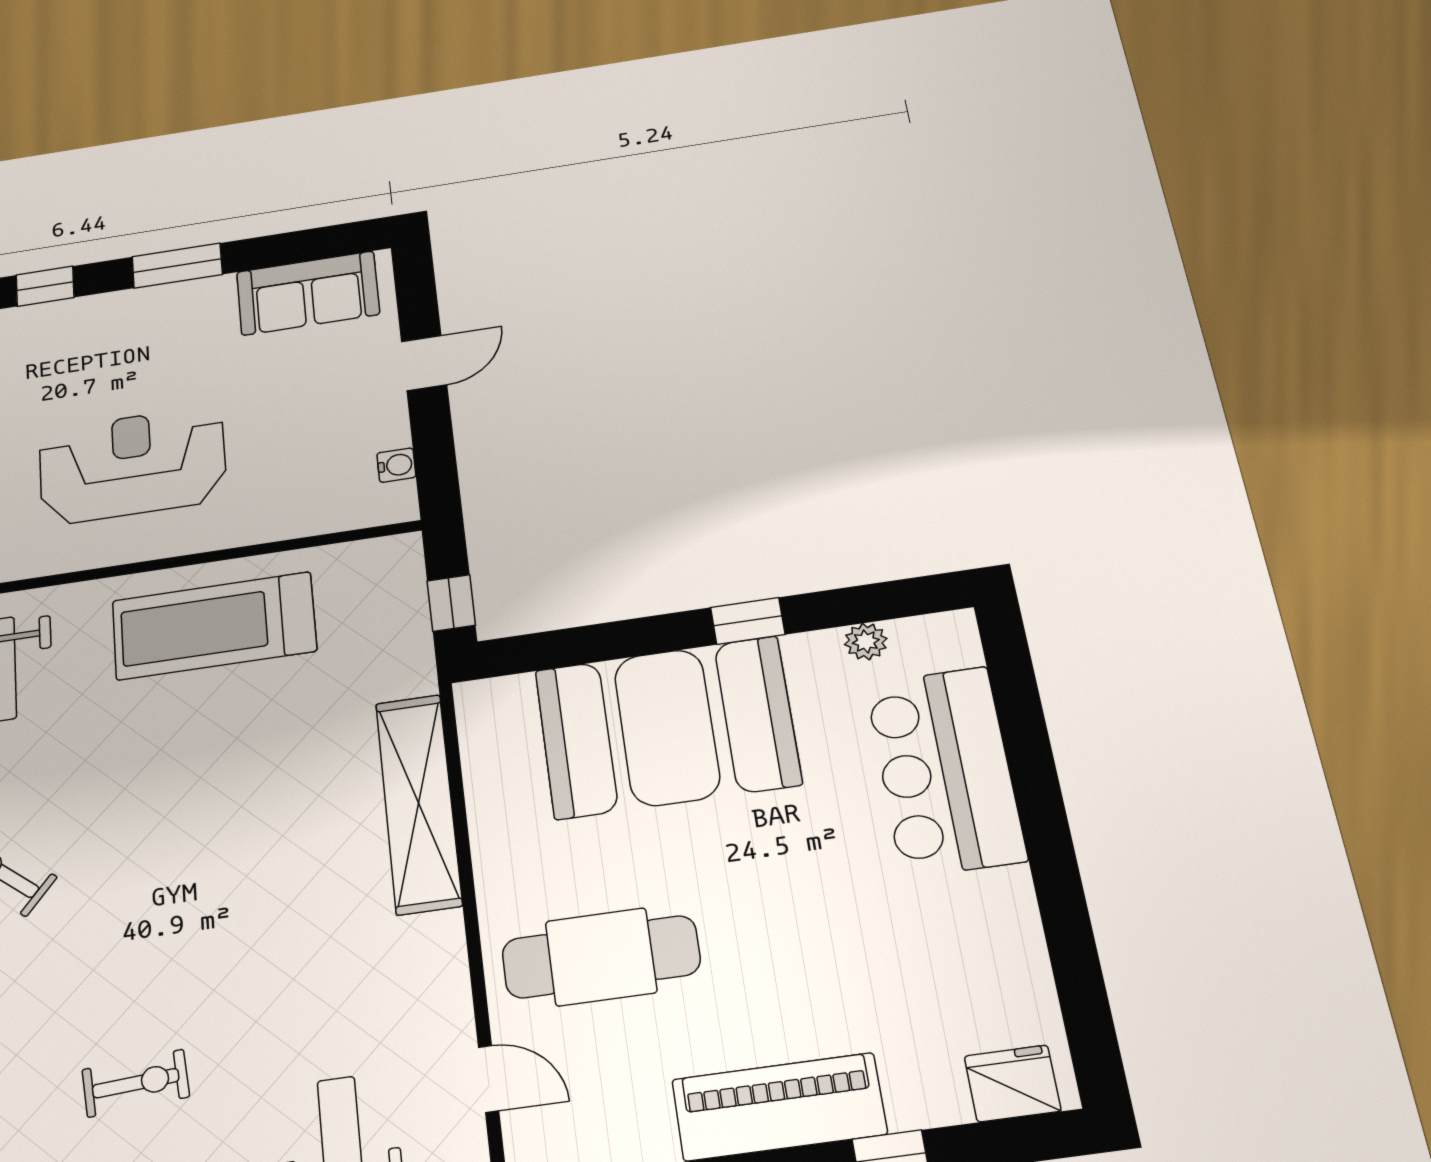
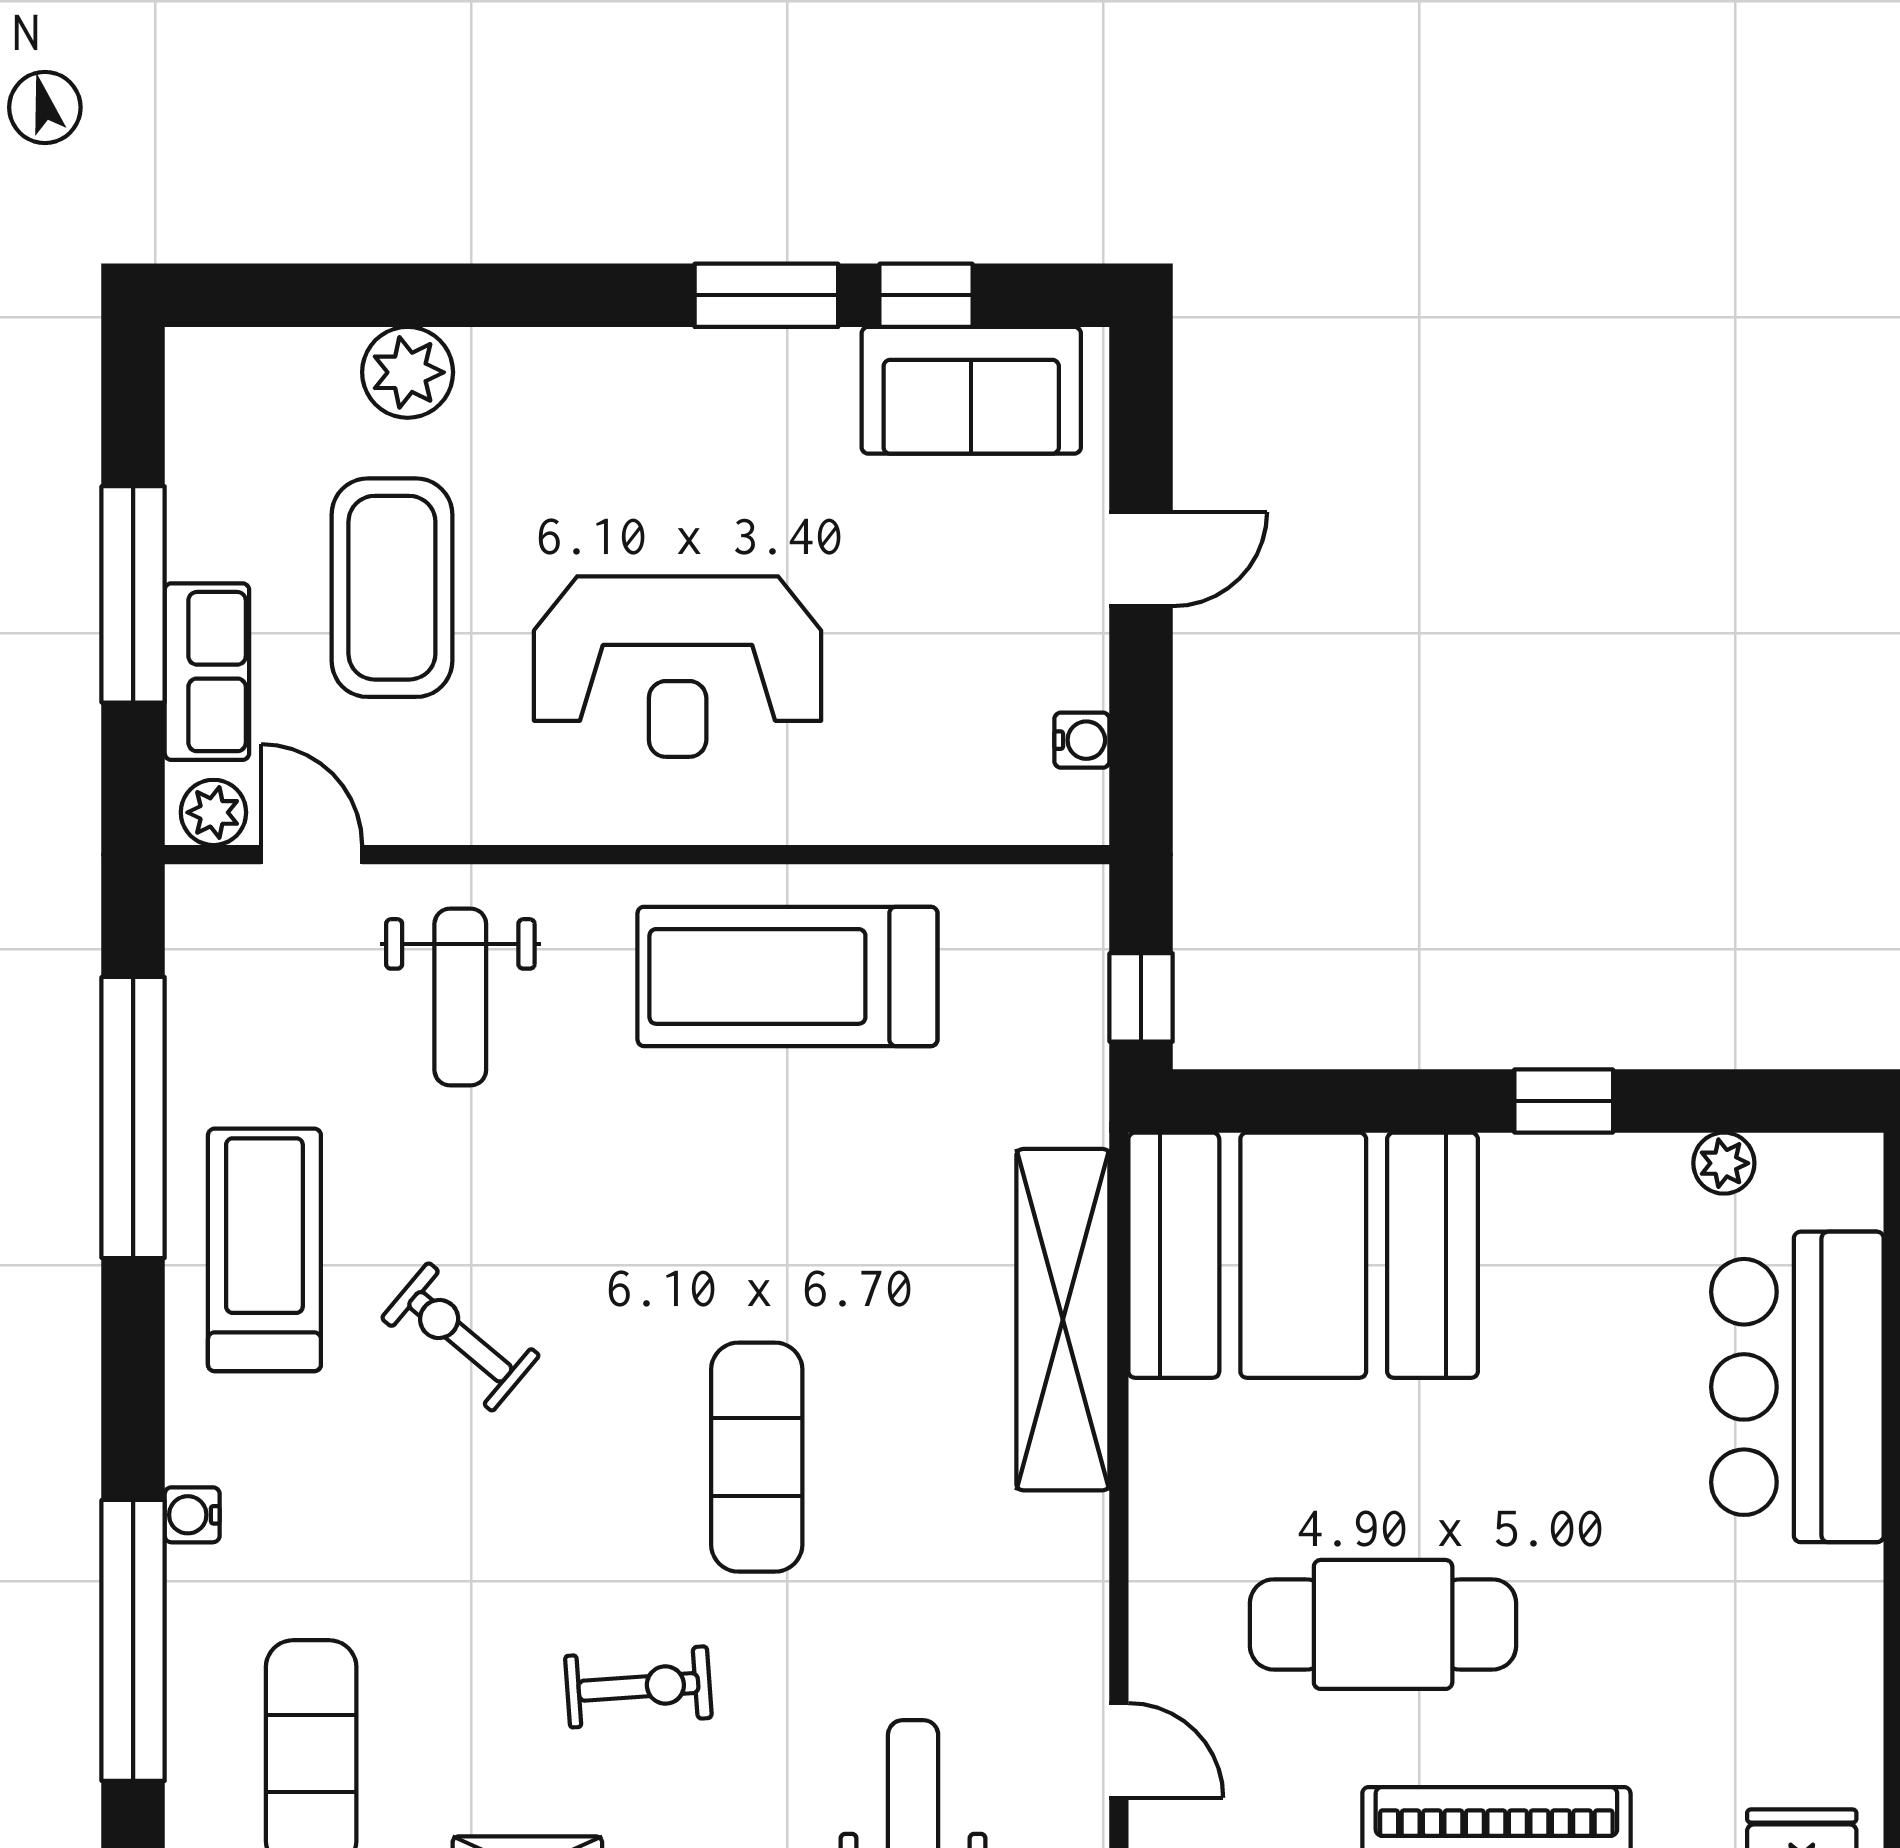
window: (45, 286) -> (926, 295), moved
reception desk: (132, 465) -> (678, 667), turned 180
booth: (667, 727) -> (1303, 1255), moved
exercise mat: (211, 920) -> (757, 1457), added
cafe table: (601, 957) -> (1383, 1624), moved

